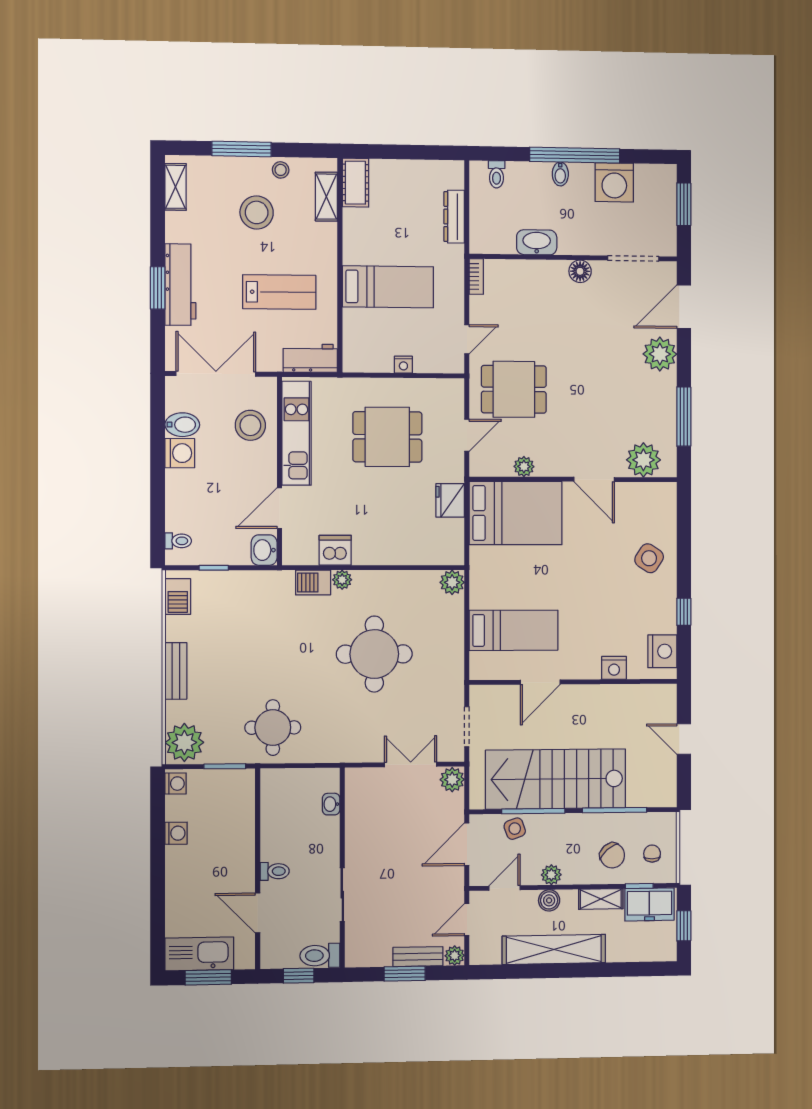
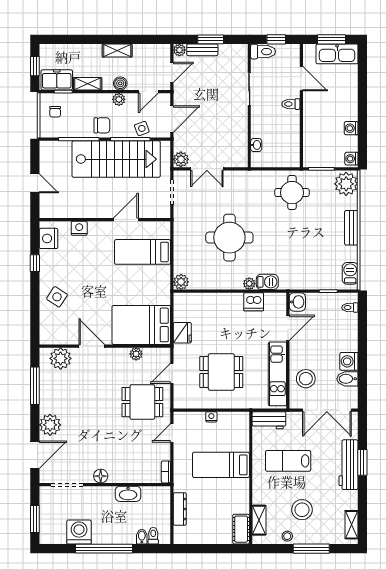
bidet: (560, 174) -> (142, 537), moved
chair: (612, 855) -> (102, 125), moved, turned 131
shelving: (554, 949) -> (117, 51), width x0.45, depth x0.75

